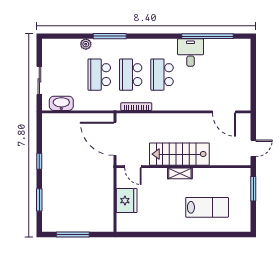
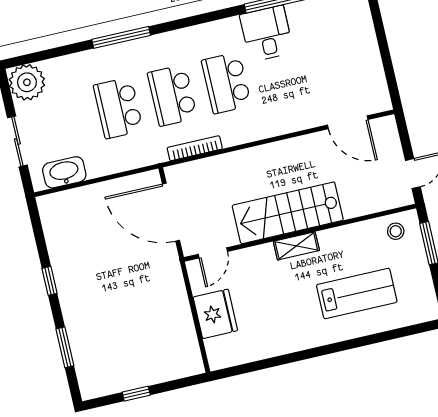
plant: (86, 44) -> (27, 82), moved, width x1.87, depth x1.87
door: (133, 167) -> (213, 253), hinge flipped
stool: (237, 178) -> (396, 231), added
window: (73, 234) -> (136, 394), width x0.46

